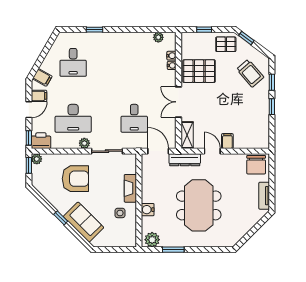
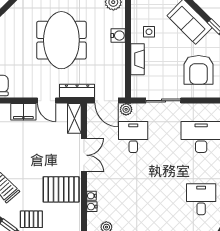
filing cabinet: (227, 141) -> (23, 112), width x2.00
plant: (84, 143) -> (126, 109), moved
armchair: (75, 179) -> (199, 70), turned -90

